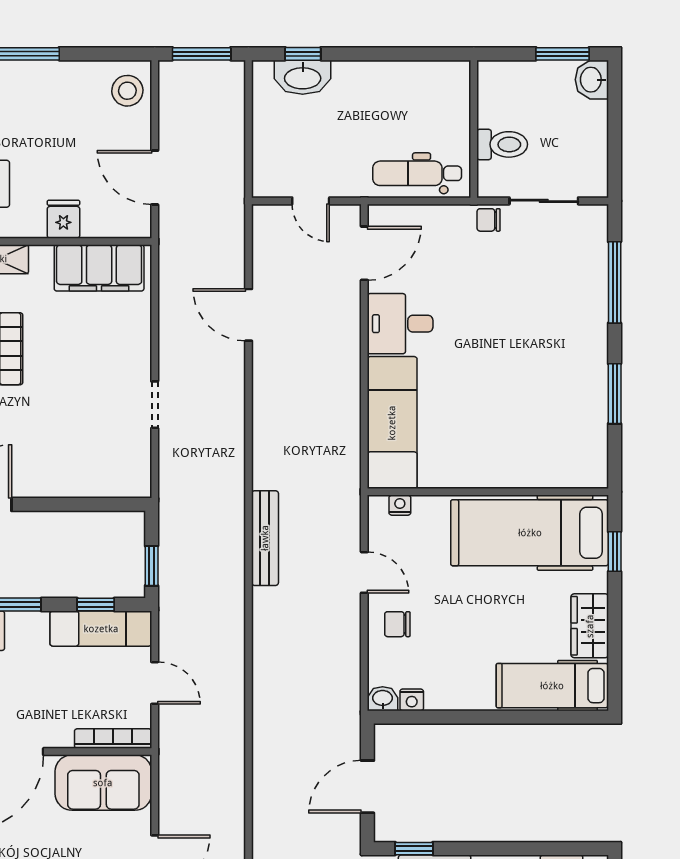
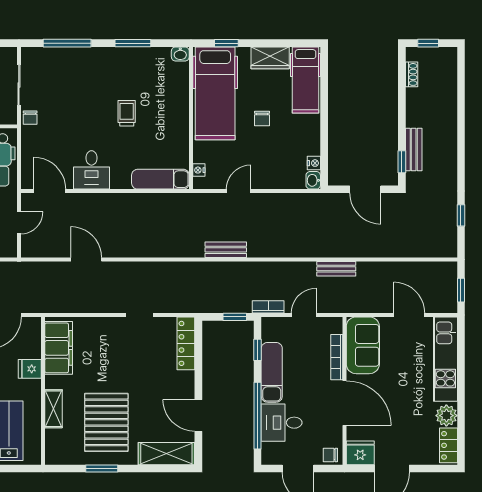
door: (249, 315) -> (86, 260), swing flipped
trolley: (496, 383) -> (127, 113), added
exam couch: (392, 423) -> (160, 179), width x0.73, depth x0.69
washbasin: (596, 474) -> (180, 54), added
locker: (107, 483) -> (186, 343), added
bench: (265, 538) -> (226, 250), width x0.73
bookcase: (168, 622) -> (268, 307), added
chair: (397, 624) -> (262, 119), moved
exam couch: (101, 629) -> (272, 372), moved
bench: (233, 738) -> (336, 269), added
bookcase: (113, 739) -> (337, 357), moved

